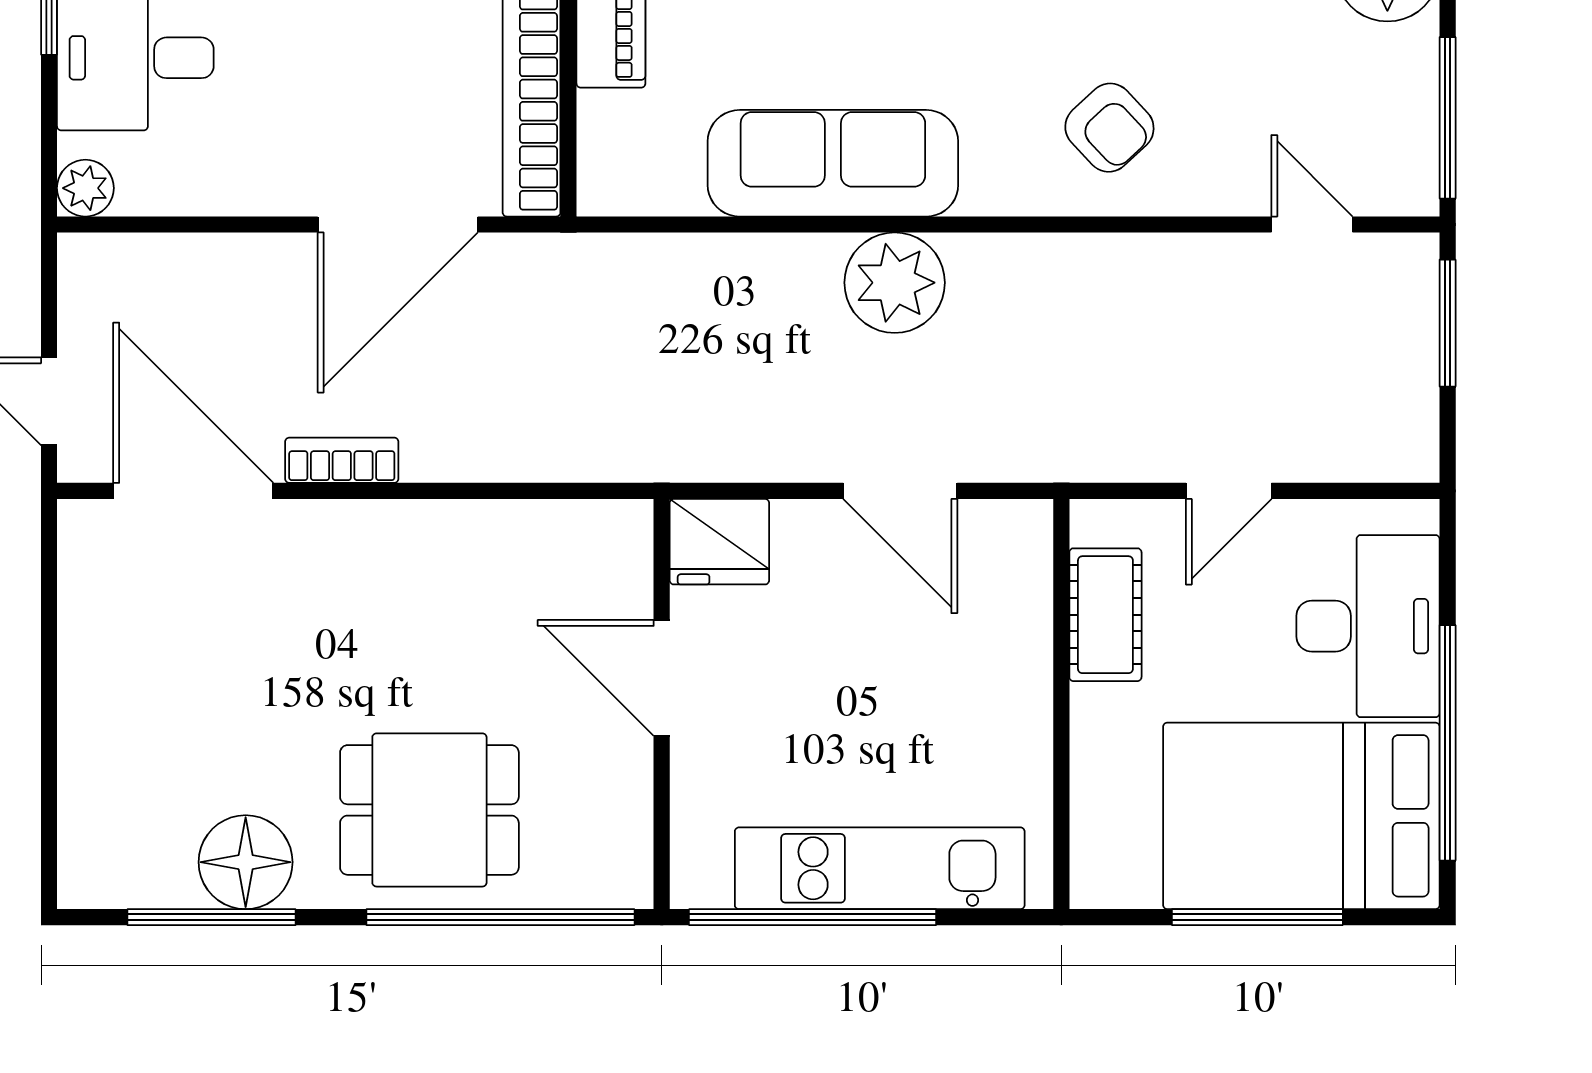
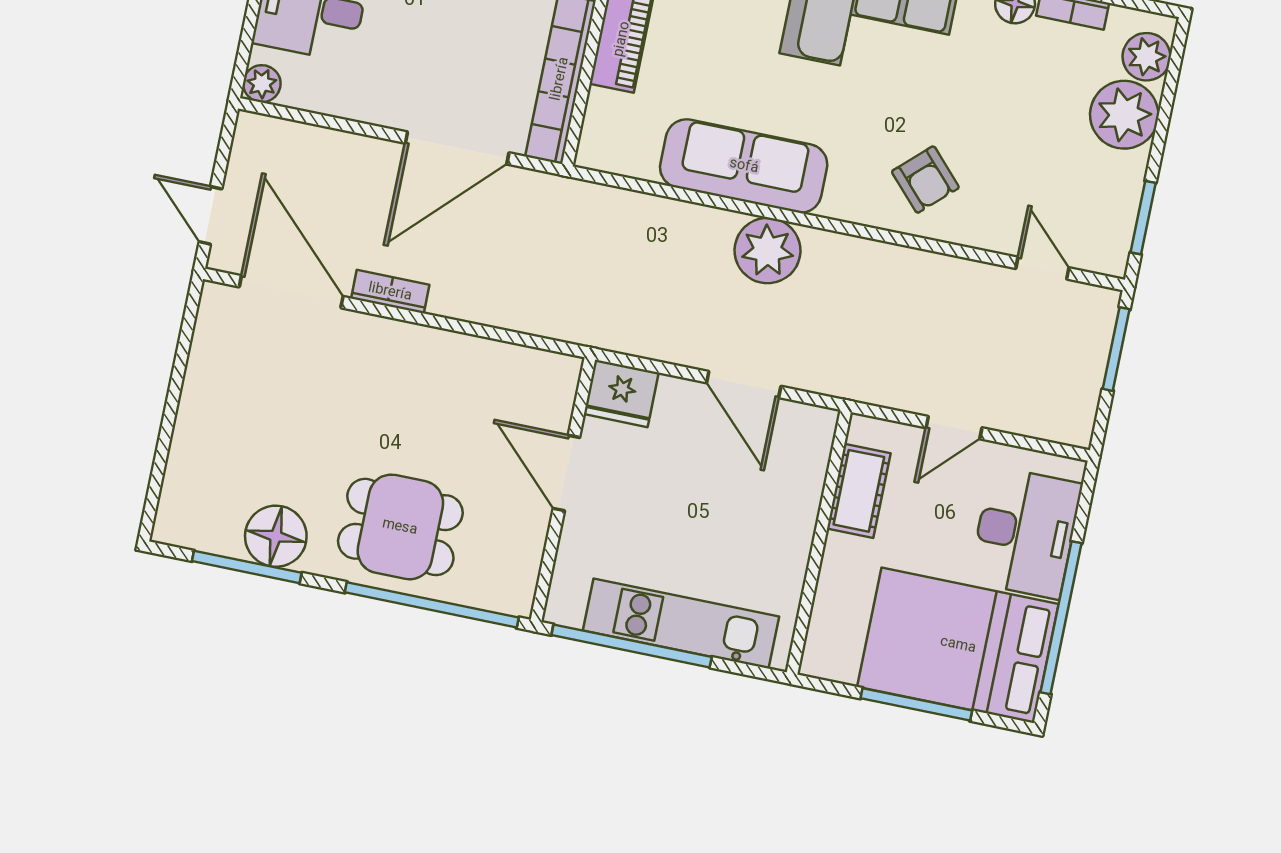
window: (1448, 118) -> (1143, 218), width x0.69

